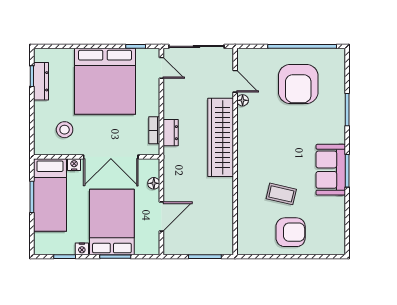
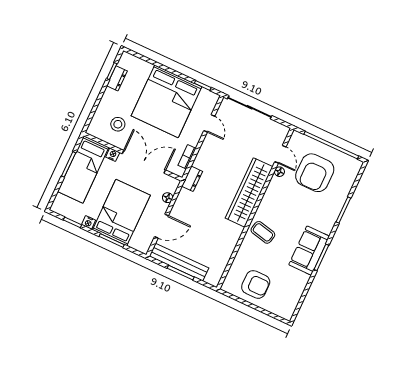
door: (161, 68) -> (209, 123), moved
dresser: (41, 81) -> (117, 78), width x0.70
door: (235, 81) -> (280, 154), moved
floor lamp: (243, 100) -> (279, 172), moved
dresser: (171, 133) -> (192, 179), moved
wardrobe: (221, 137) -> (249, 192), moved
wall: (235, 152) -> (255, 209), moved
double door: (111, 157) -> (144, 162), swing flipped
coffee table: (281, 194) -> (263, 232), moved
bench: (198, 246) -> (179, 262), added

